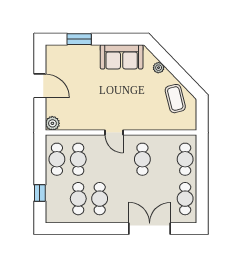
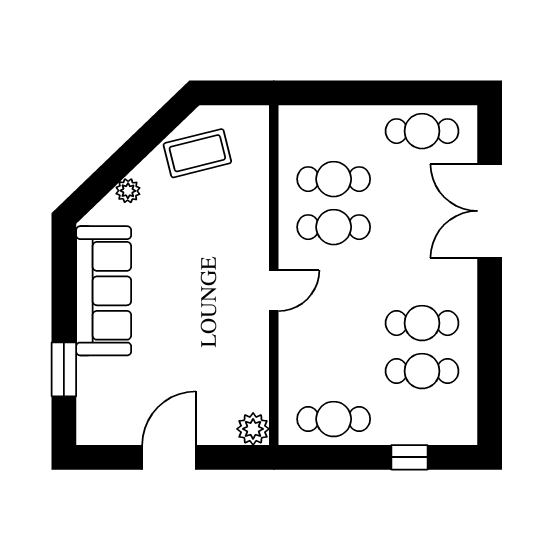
sofa: (122, 57) -> (104, 291), width x1.36
cafe table: (78, 159) -> (334, 371), removed
cafe table: (185, 159) -> (334, 179), moved

